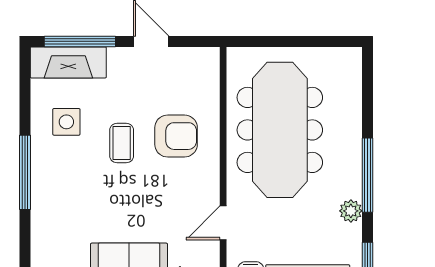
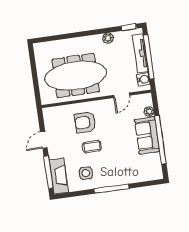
armchair: (176, 136) -> (85, 122), turned -90
window: (368, 175) -> (91, 33), removed
door: (223, 223) -> (122, 95), hinge flipped

